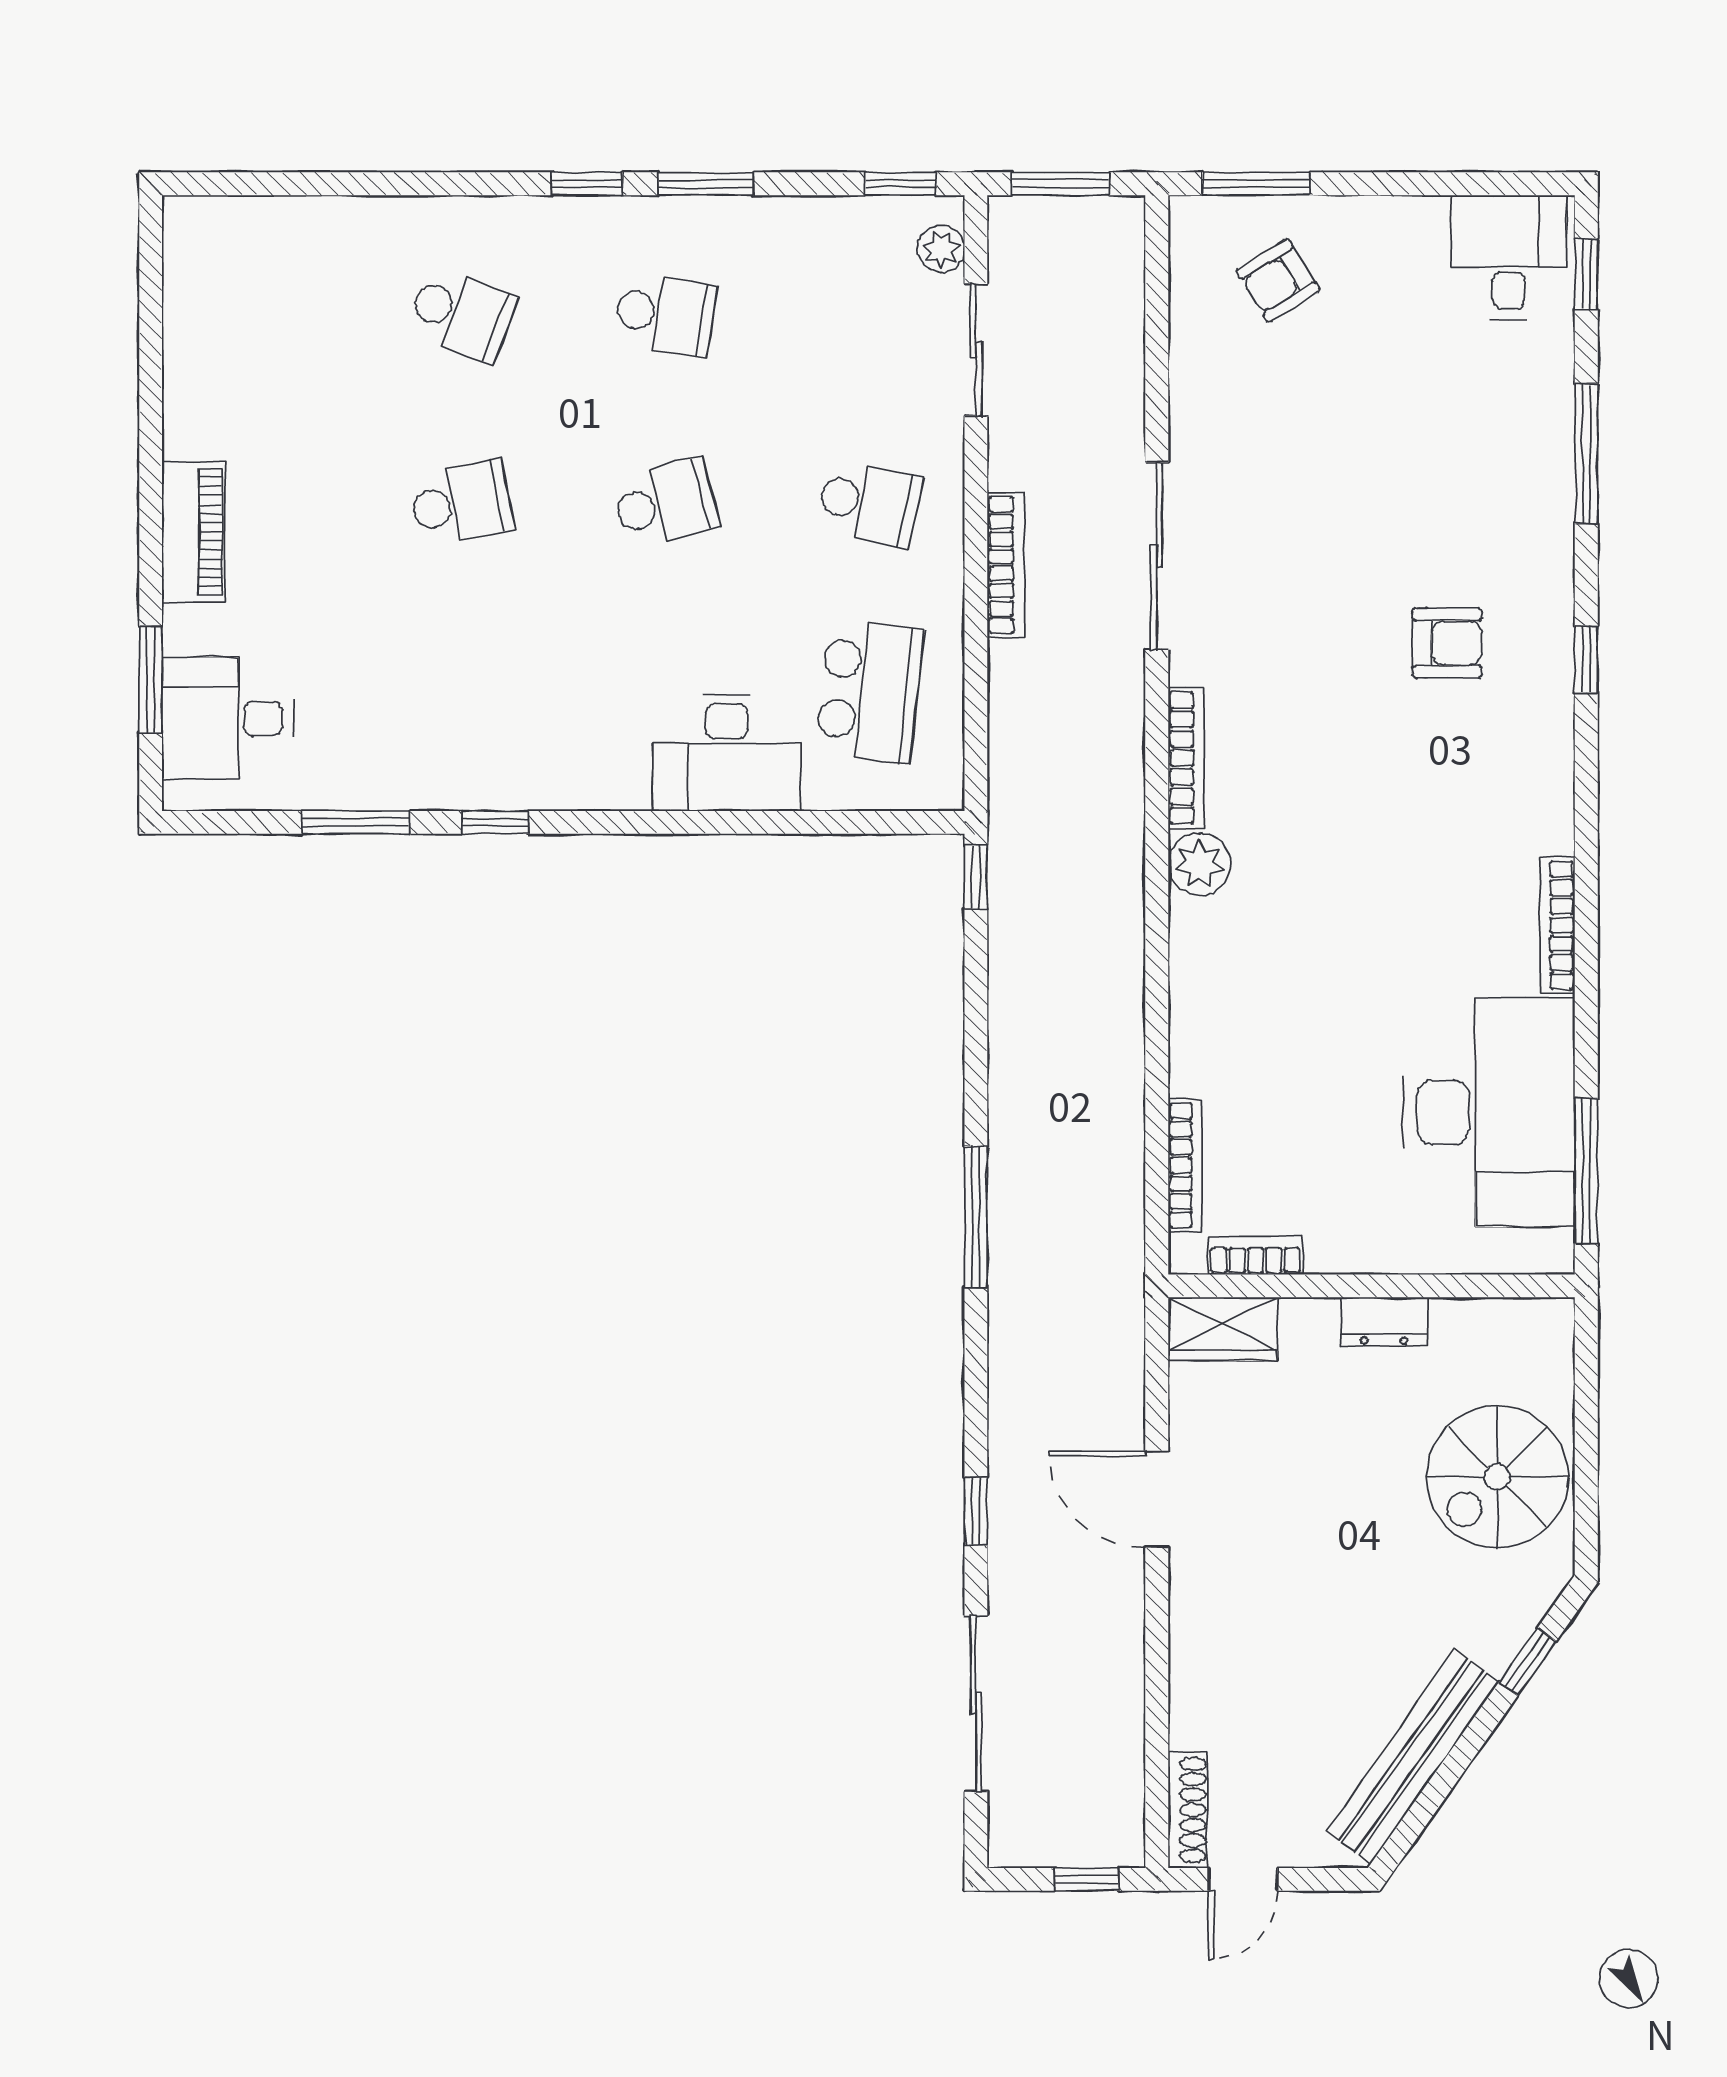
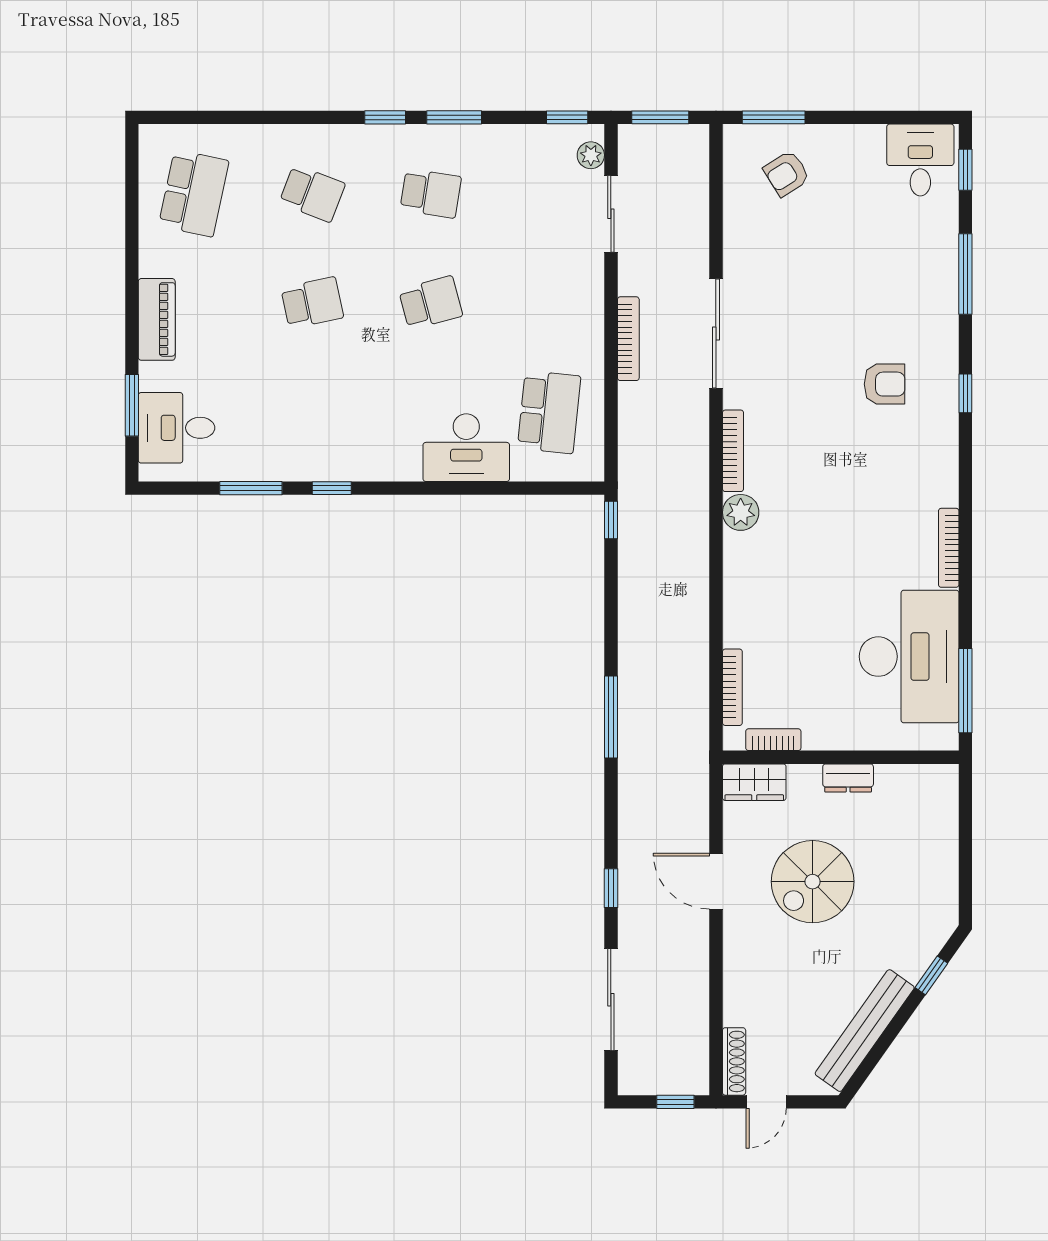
school desk: (869, 503) -> (194, 193), moved, width x1.85
spiral stairs: (1497, 1477) -> (813, 882), moved

